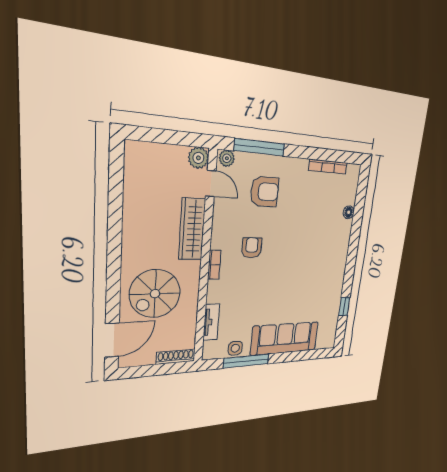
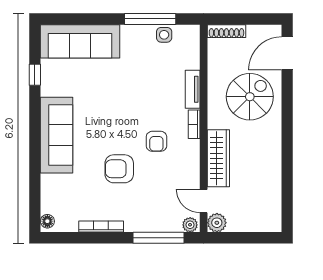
bookcase: (328, 167) -> (101, 227), moved
armchair: (264, 192) -> (119, 169), moved
floor lamp: (349, 212) -> (47, 221), moved
sofa: (336, 255) -> (57, 135), added
tv unit: (211, 322) -> (193, 89), moved
sofa: (285, 338) -> (80, 41), moved

